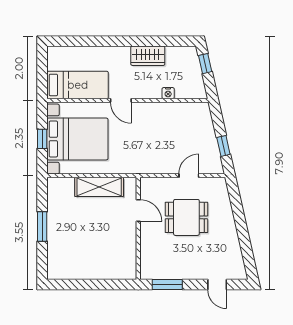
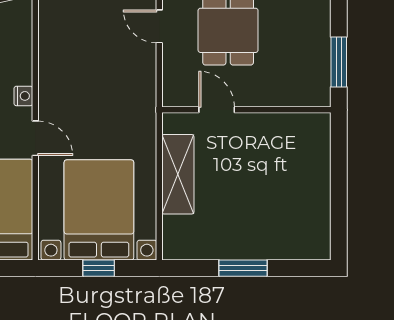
nightstand: (168, 93) -> (23, 96), moved
door: (121, 100) -> (35, 138), hinge flipped
door: (138, 210) -> (217, 110), hinge flipped

